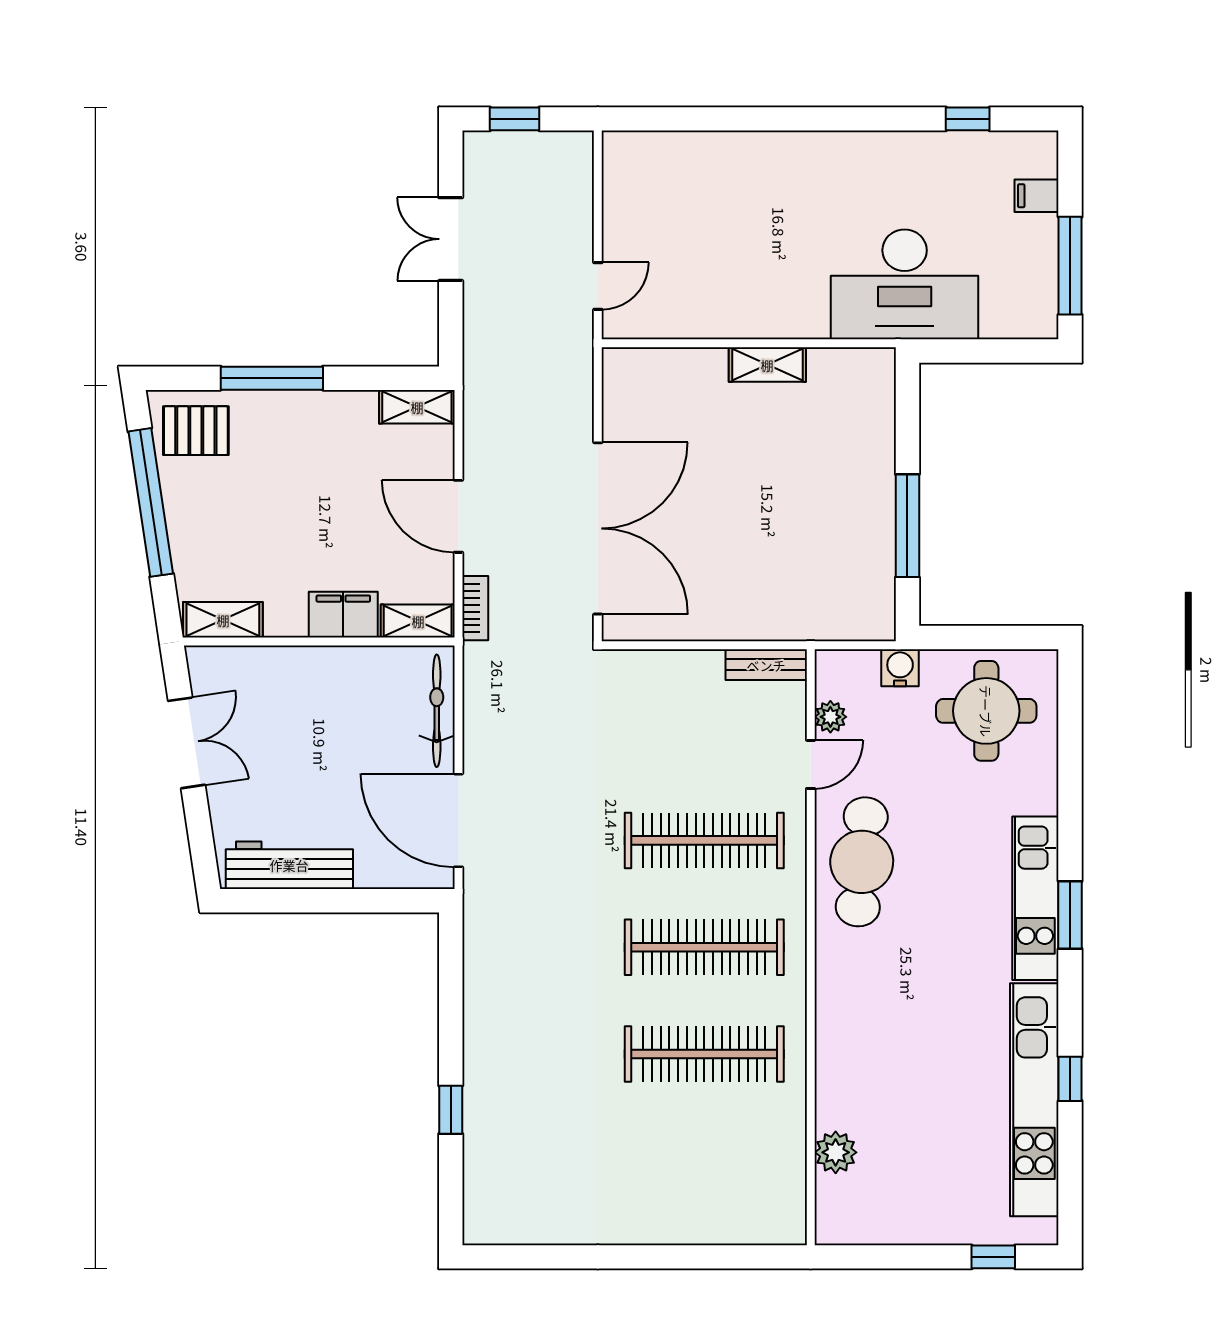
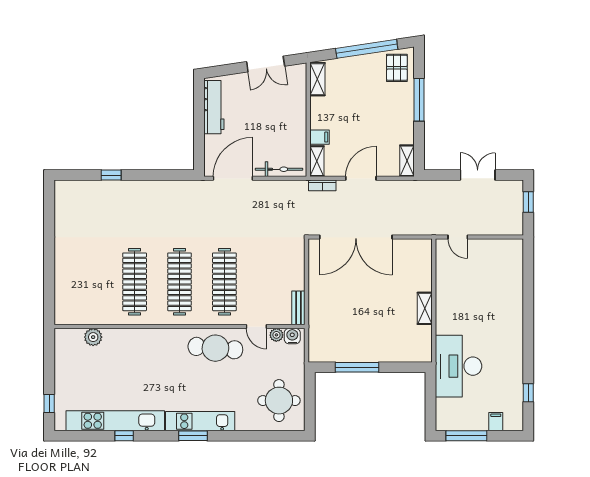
filing cabinet: (343, 615) -> (319, 137), width x0.50
water cooler: (900, 668) -> (292, 336), moved, turned -90

